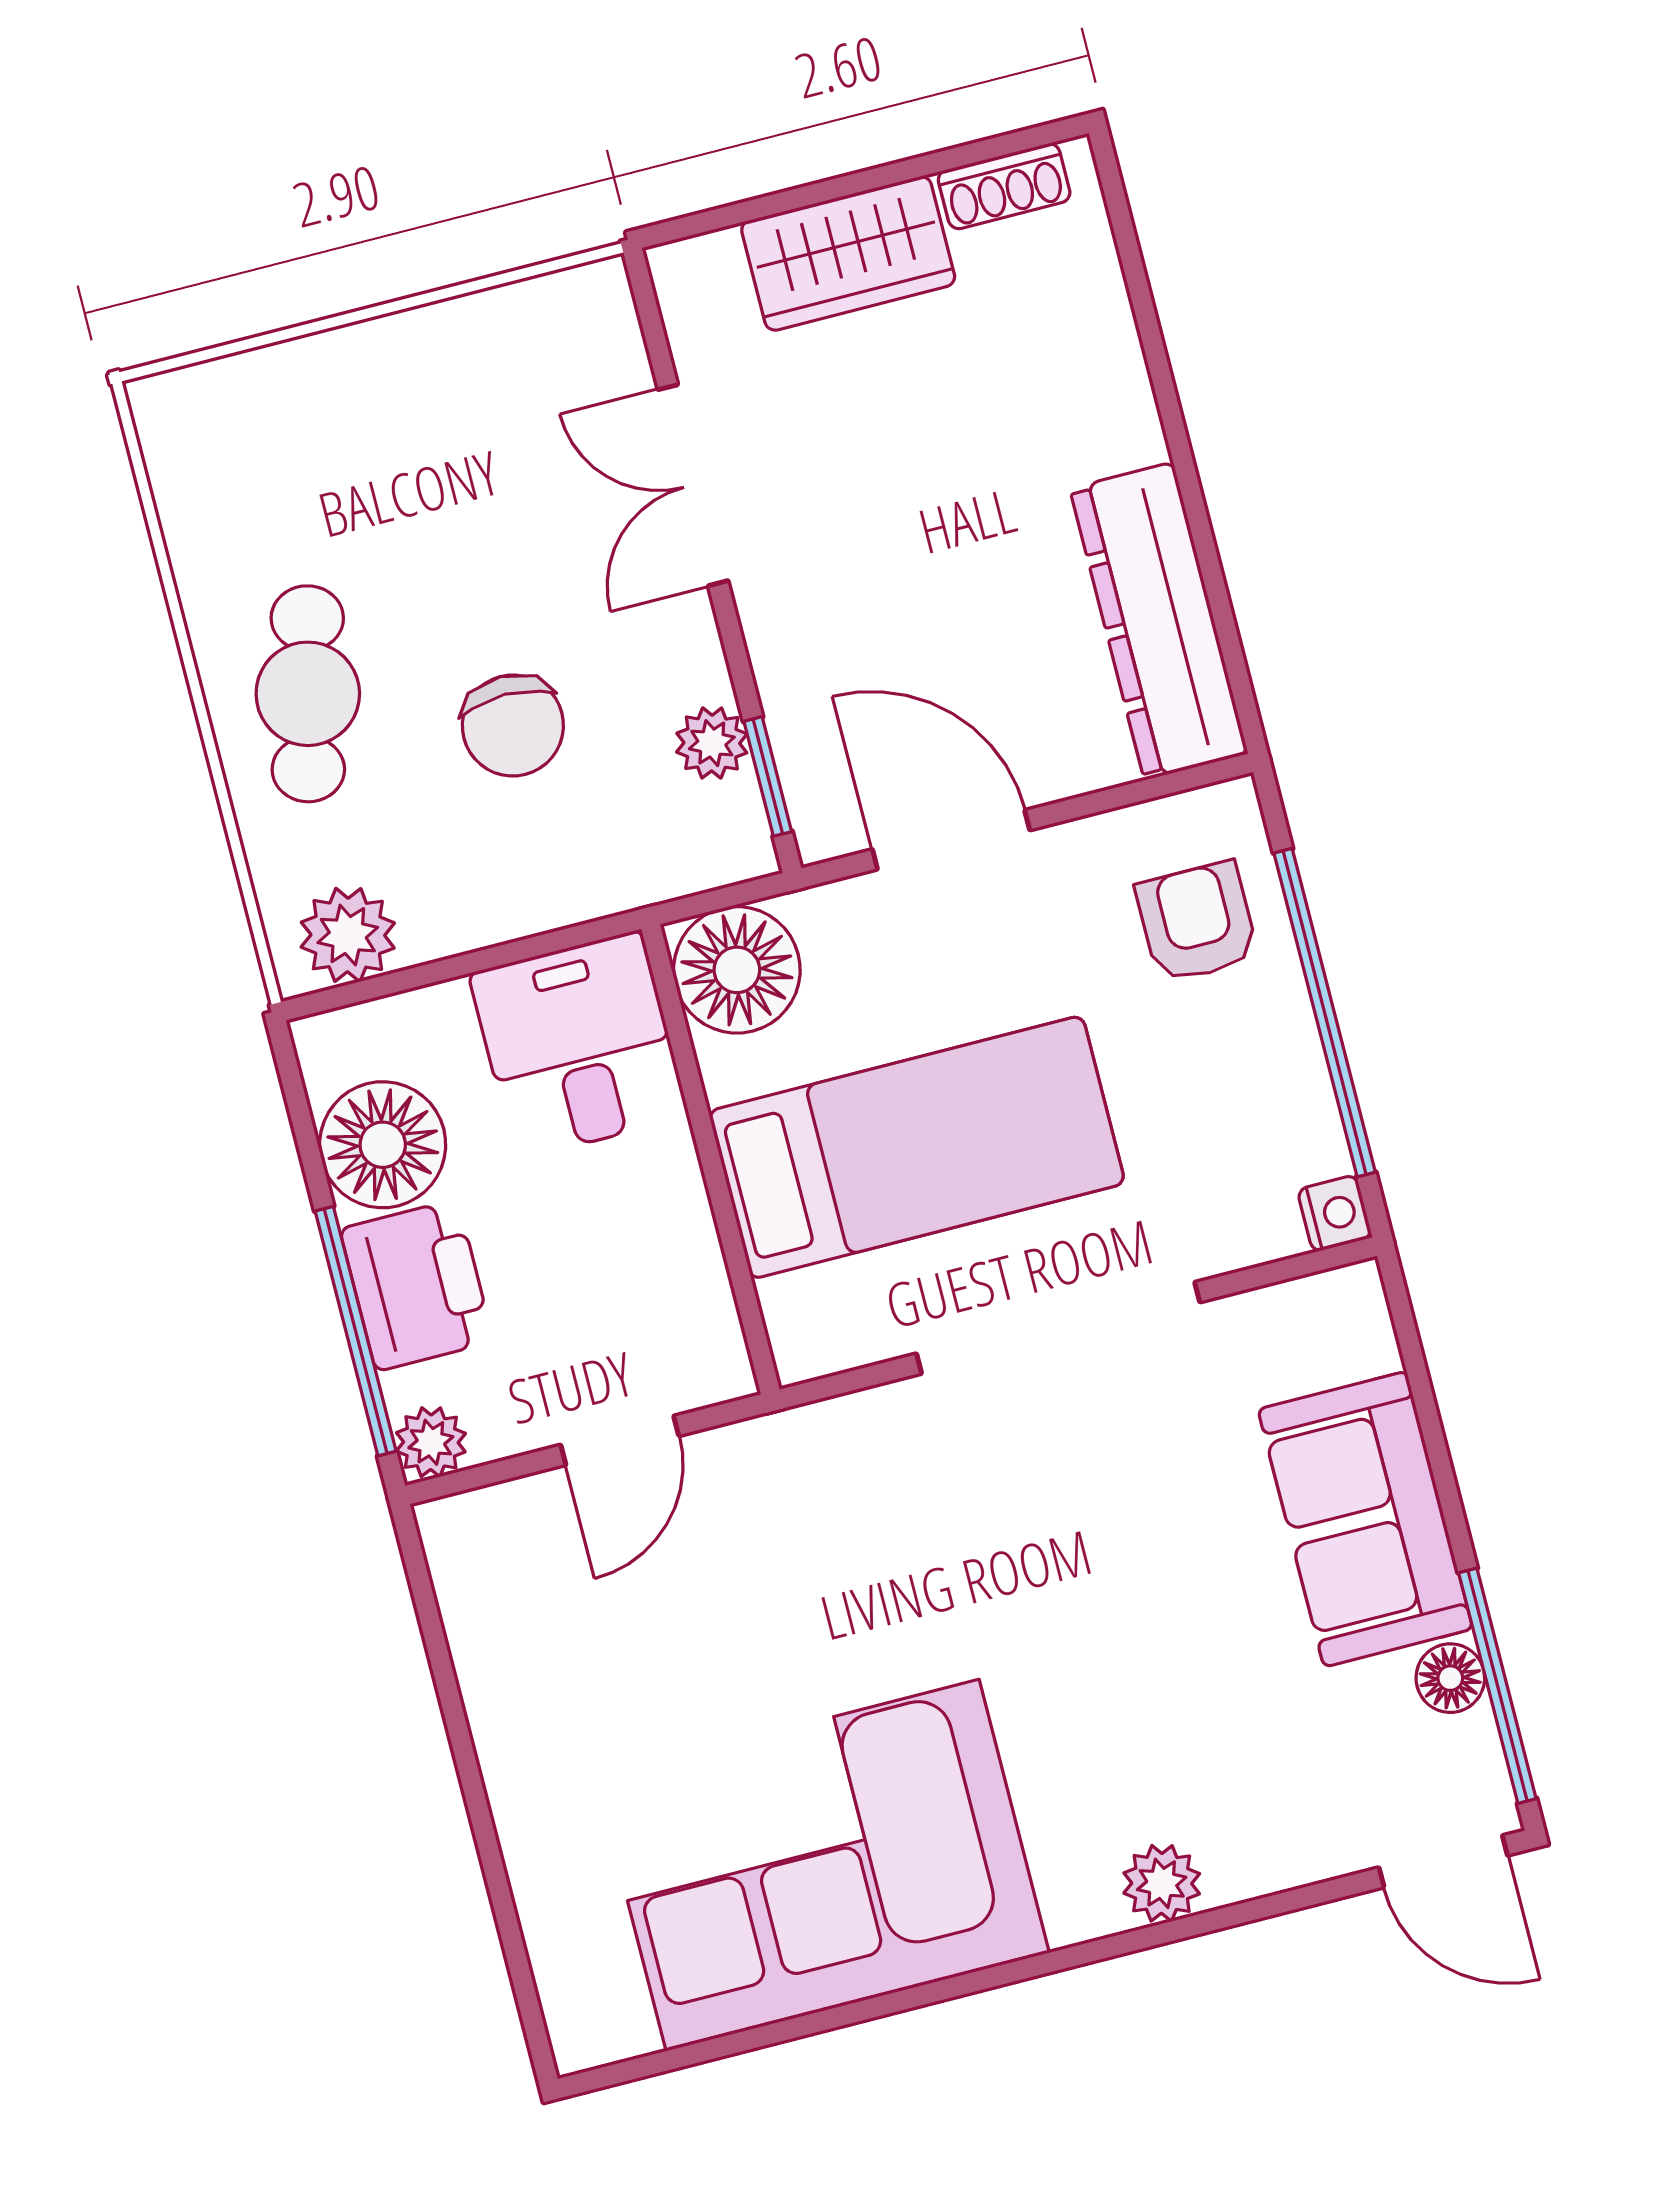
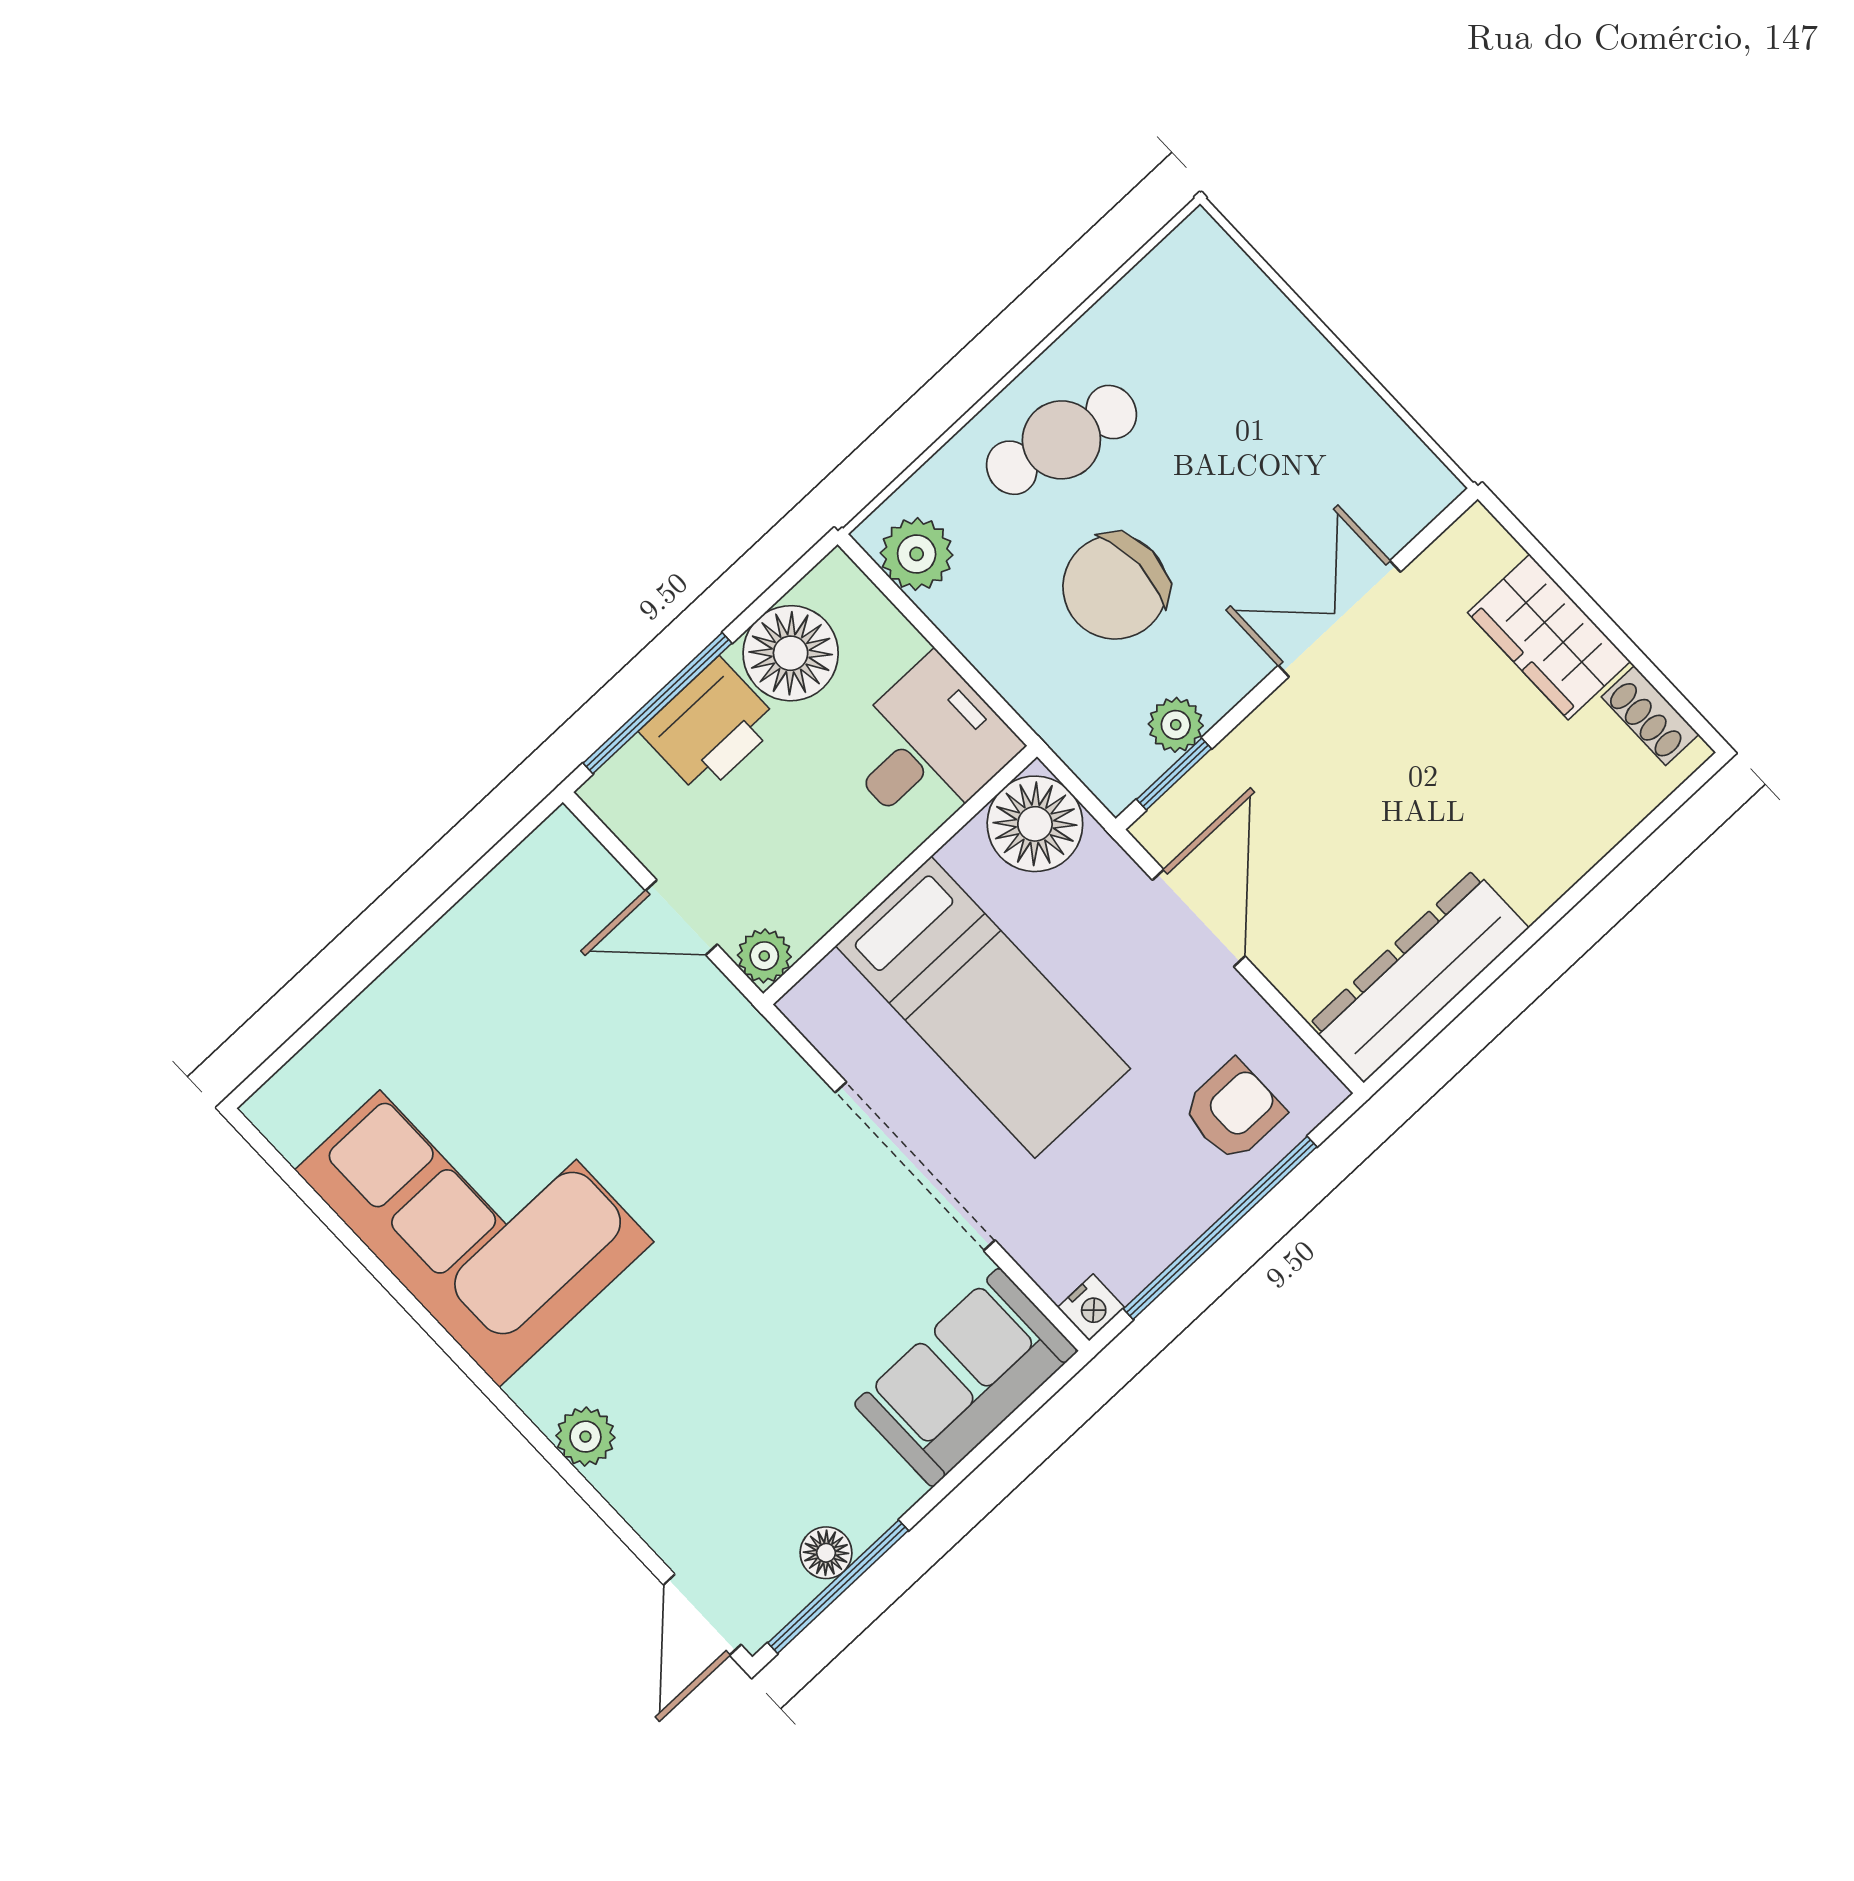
chair: (513, 725) -> (1115, 587), width x1.37, depth x1.37
plant: (431, 1442) -> (764, 956), moved
sofa: (1365, 1519) -> (966, 1377), moved

